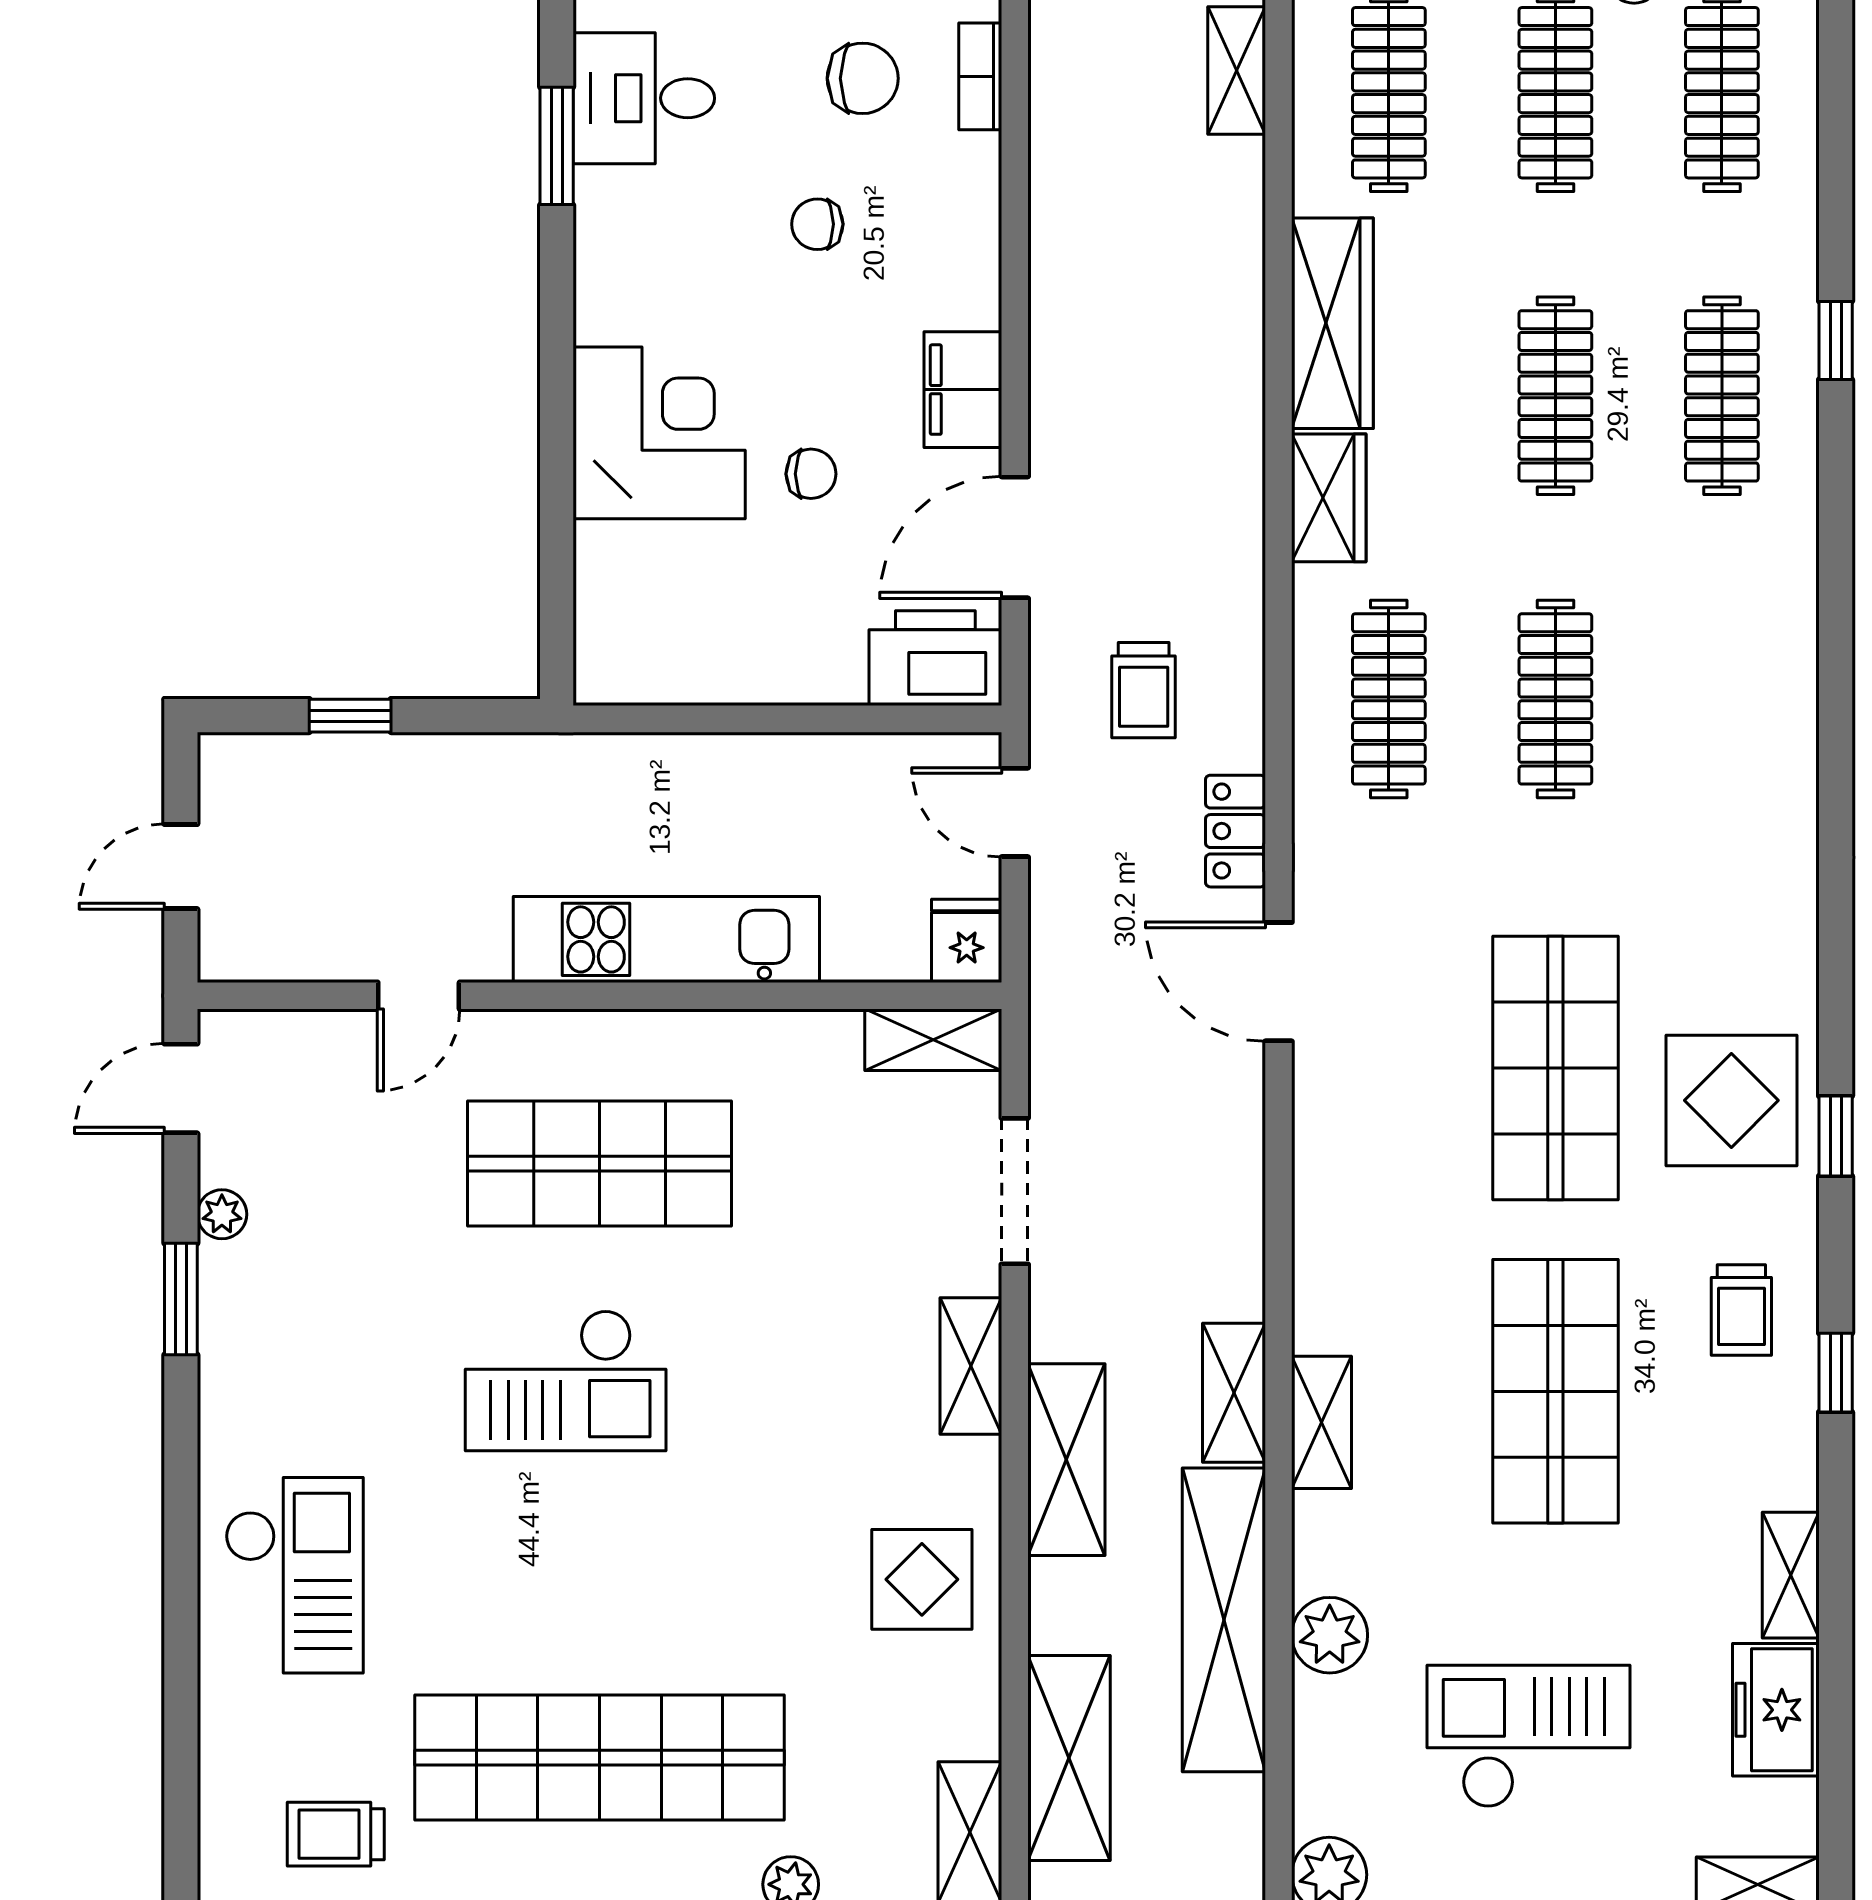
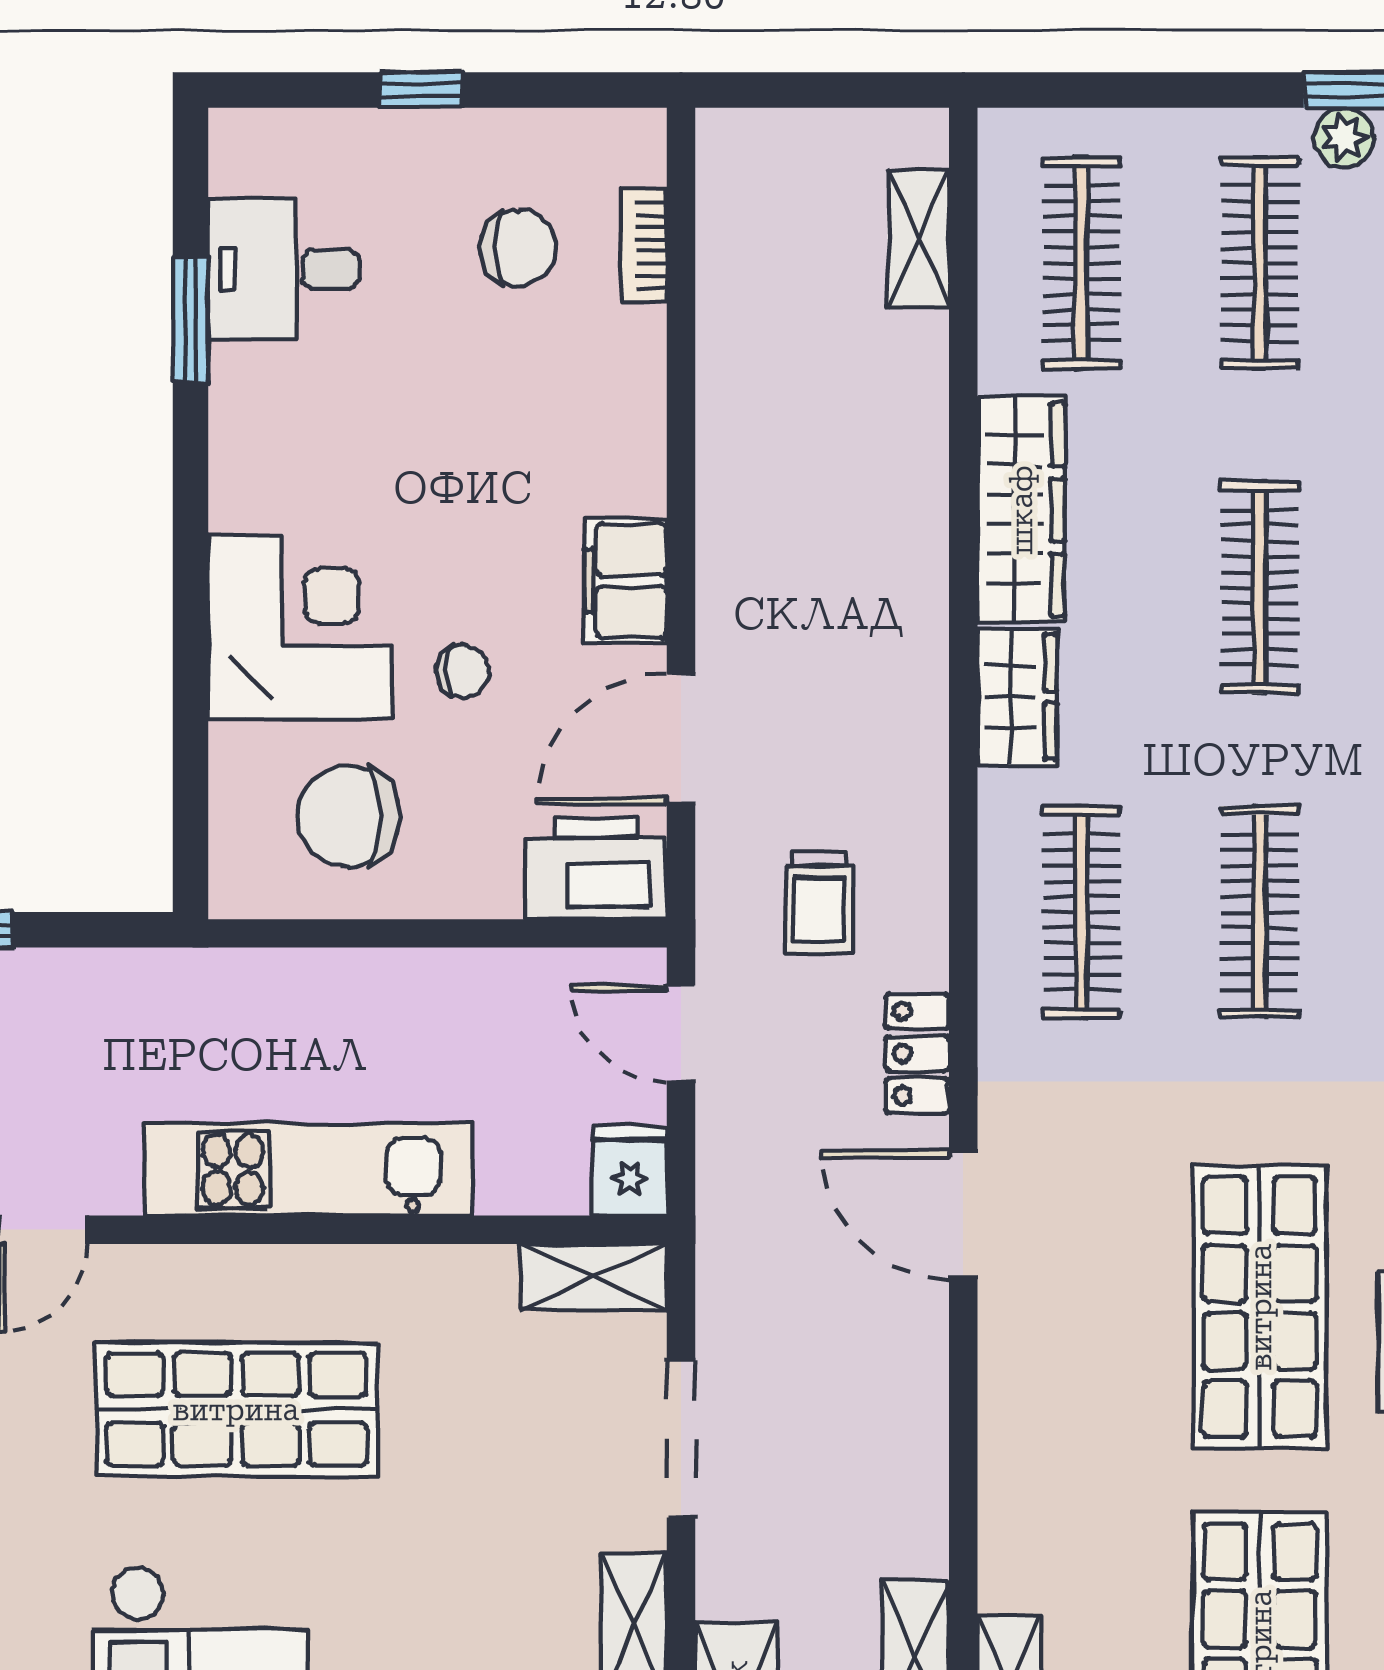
chair: (817, 224) -> (348, 816), moved, width x1.87, depth x1.87

